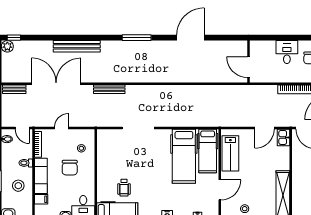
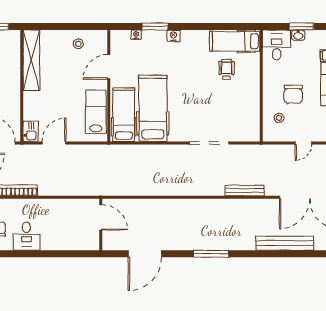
wall: (249, 62) -> (101, 225), moved
door: (249, 67) -> (101, 217), moved
chair: (70, 168) -> (293, 94), turned 180

